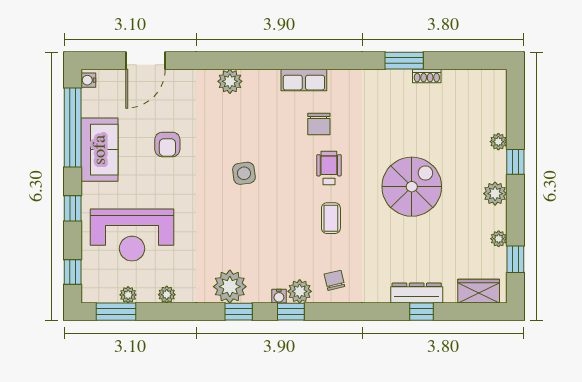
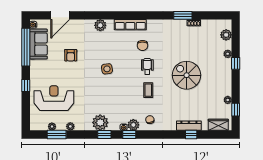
row of seats: (304, 80) -> (130, 25), width x1.48
sofa: (100, 150) -> (38, 44), moved
spiral stairs: (412, 187) -> (187, 75), turned -90
plant: (495, 194) -> (226, 35), moved
reception desk: (132, 235) -> (54, 98), turned 180
window: (73, 272) -> (26, 116), removed
window: (116, 312) -> (57, 135), moved

